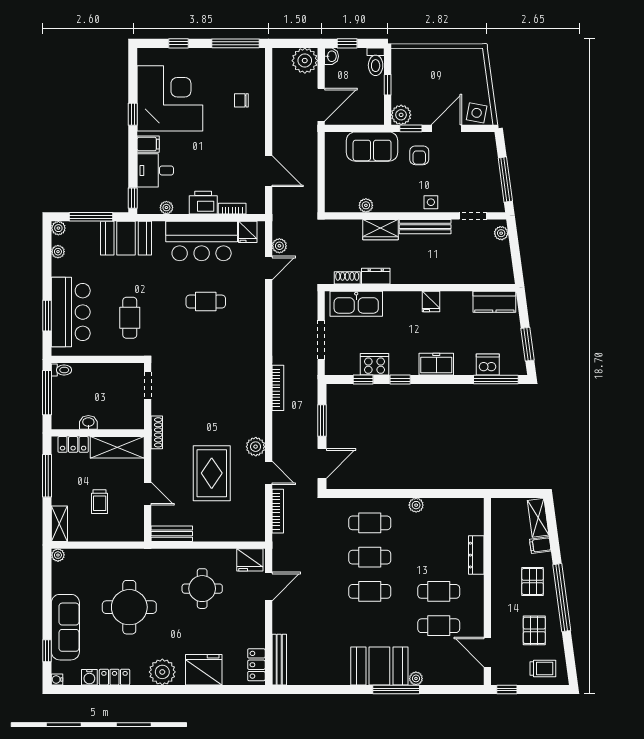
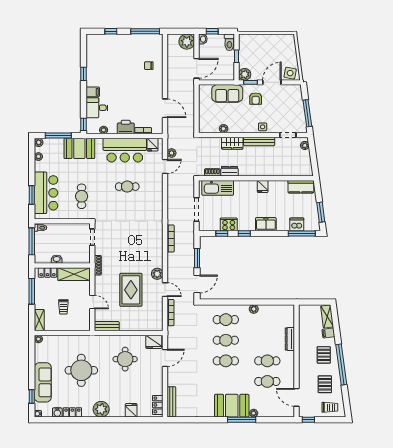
corner desk: (170, 98) -> (106, 64), removed
fridge: (204, 670) -> (131, 410), width x0.53, depth x0.75

